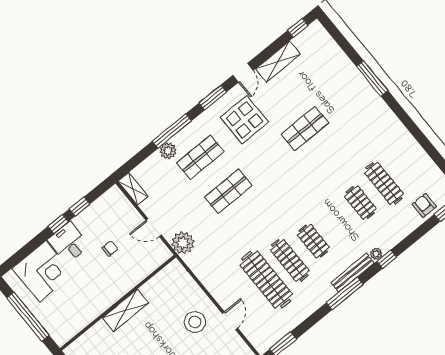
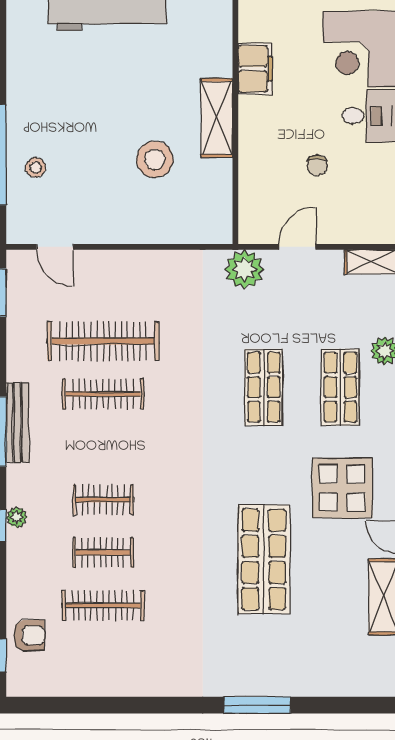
shop shelf: (305, 129) -> (264, 559), width x1.43, depth x1.36
clothes rail: (313, 241) -> (103, 500), moved
bench: (352, 273) -> (17, 423), moved
filing cabinet: (90, 311) -> (255, 69), added
door: (230, 321) -> (55, 247), moved
stool: (195, 322) -> (155, 159), moved

